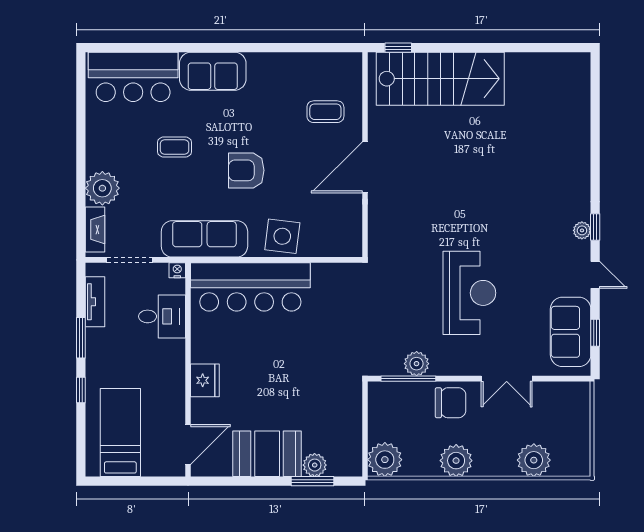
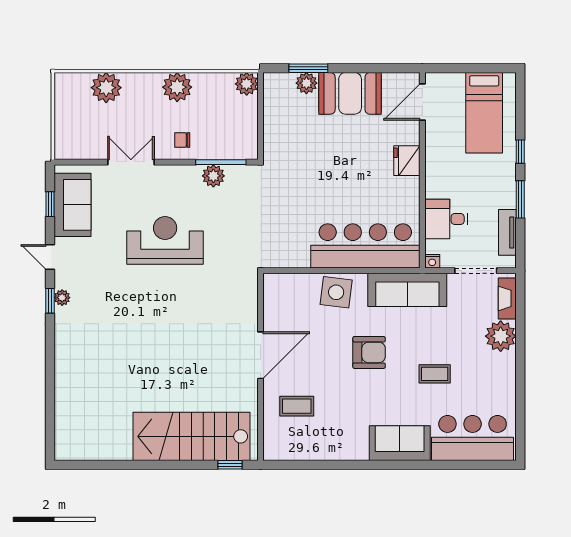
reception desk: (469, 293) -> (165, 240), turned 90
chair: (450, 403) -> (182, 140), width x0.54, depth x0.54
plant: (385, 460) -> (247, 84), width x0.73, depth x0.73

